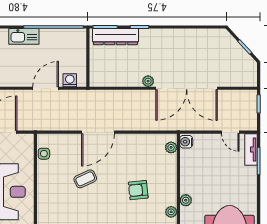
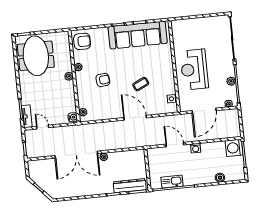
kitchen sink: (24, 36) -> (172, 182), moved
washing machine: (70, 80) -> (196, 148), moved
door: (46, 88) -> (175, 145), swing flipped
double door: (187, 88) -> (76, 155), swing flipped
door: (98, 132) -> (135, 118), hinge flipped

